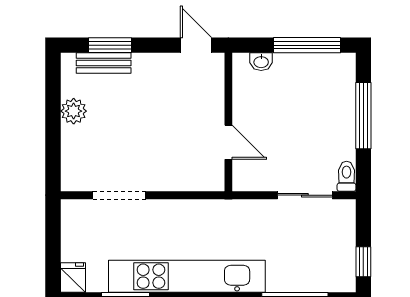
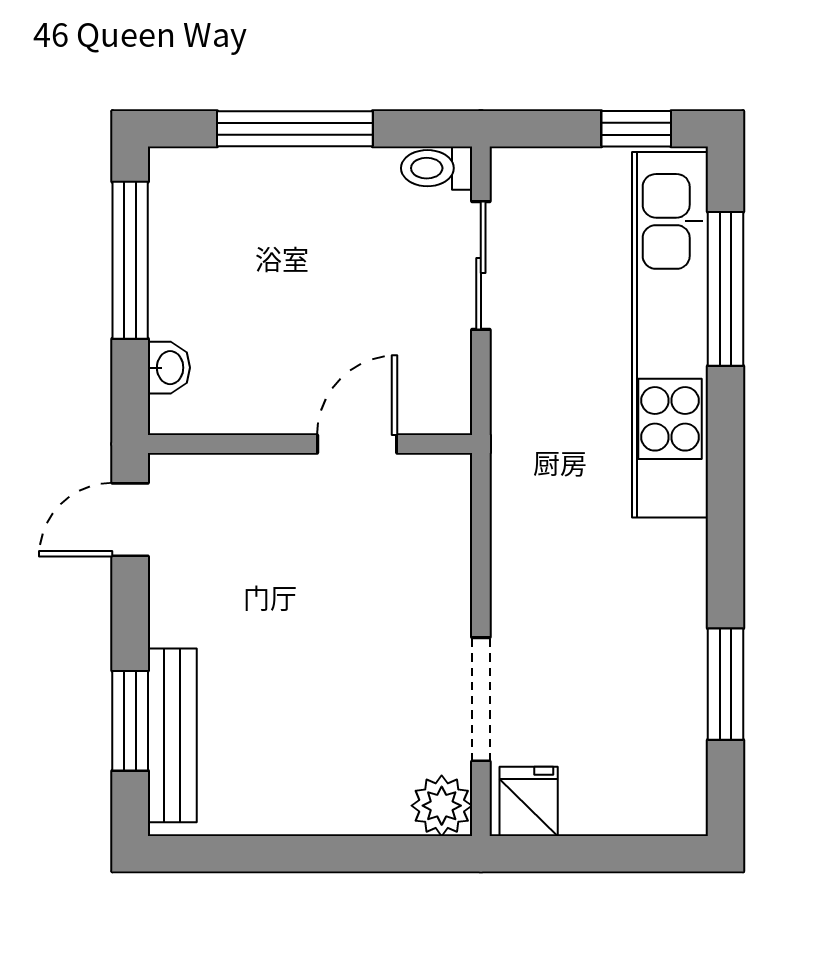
bench: (104, 63) -> (172, 735), width x1.36
plant: (74, 111) -> (442, 806), moved
kitchen unit: (187, 276) -> (670, 335), moved
fridge: (73, 278) -> (529, 801), moved, turned 90

